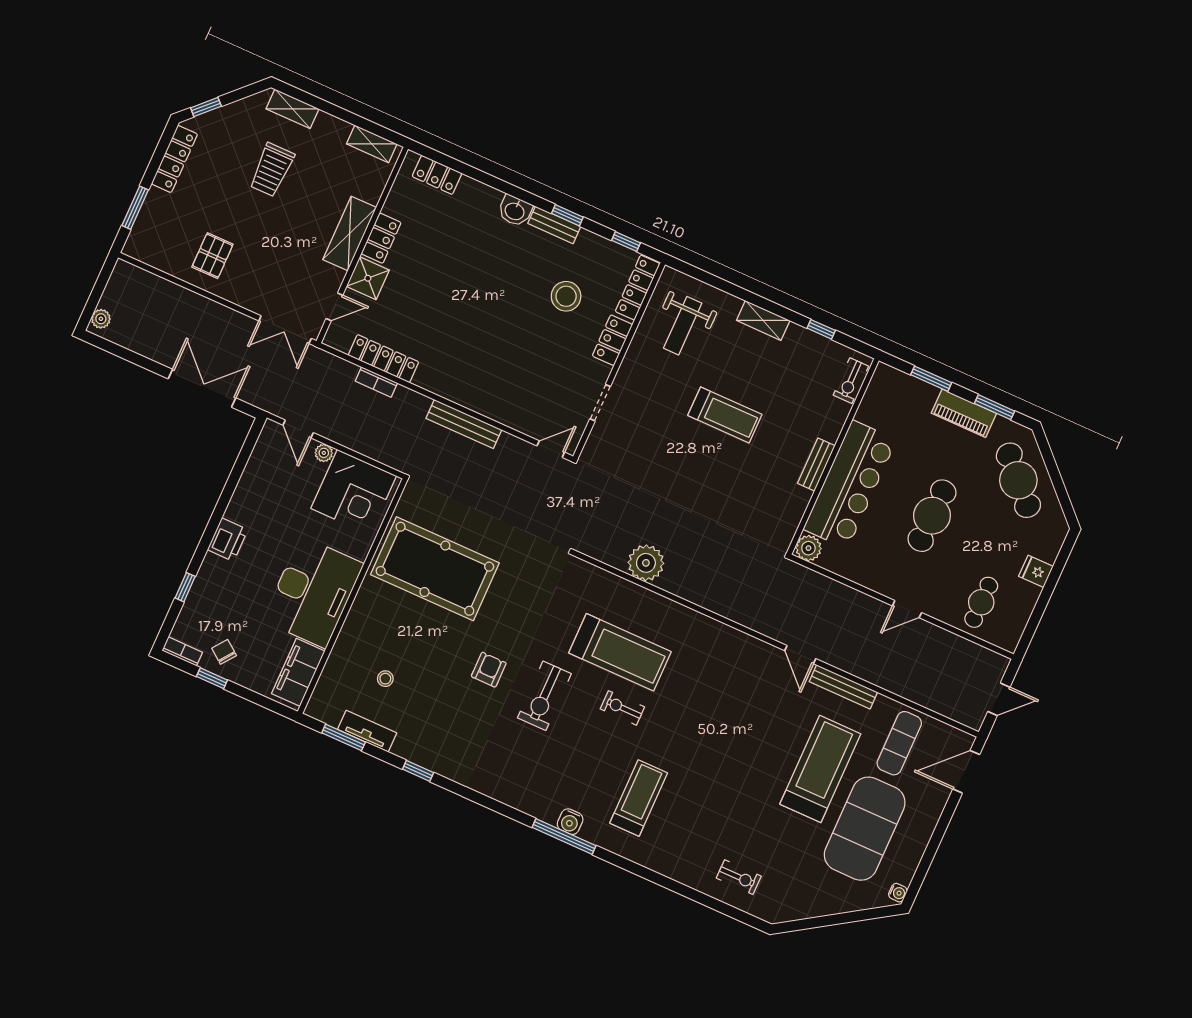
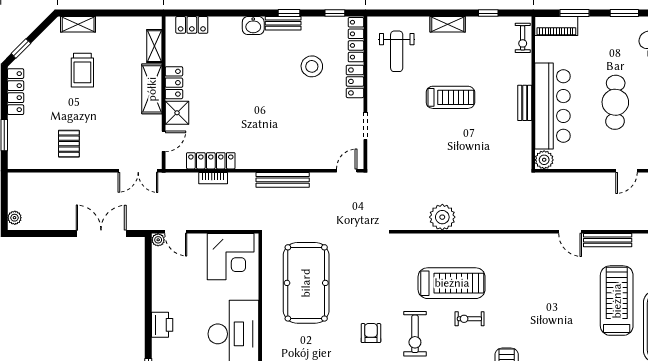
shelving: (372, 144) -> (154, 46), moved, turned 90
piano: (964, 413) -> (556, 26), moved
plant: (324, 453) -> (158, 240), moved
pool table: (435, 569) -> (306, 283), turned 90

